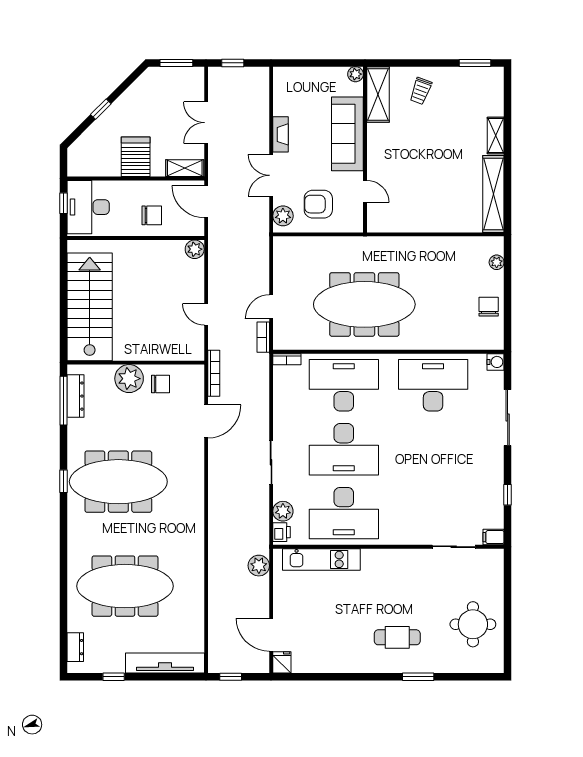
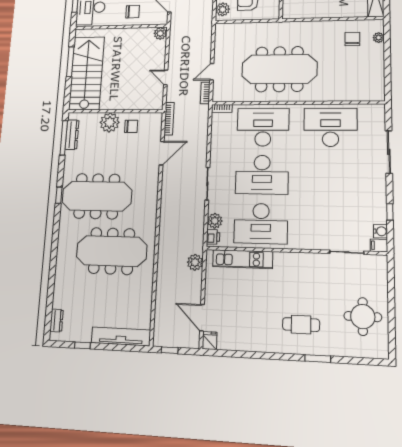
window: (63, 289) -> (70, 62), added
chair: (489, 307) -> (352, 39), moved
water cooler: (496, 362) -> (380, 231), moved
meeting table: (125, 586) -> (112, 251), moved

